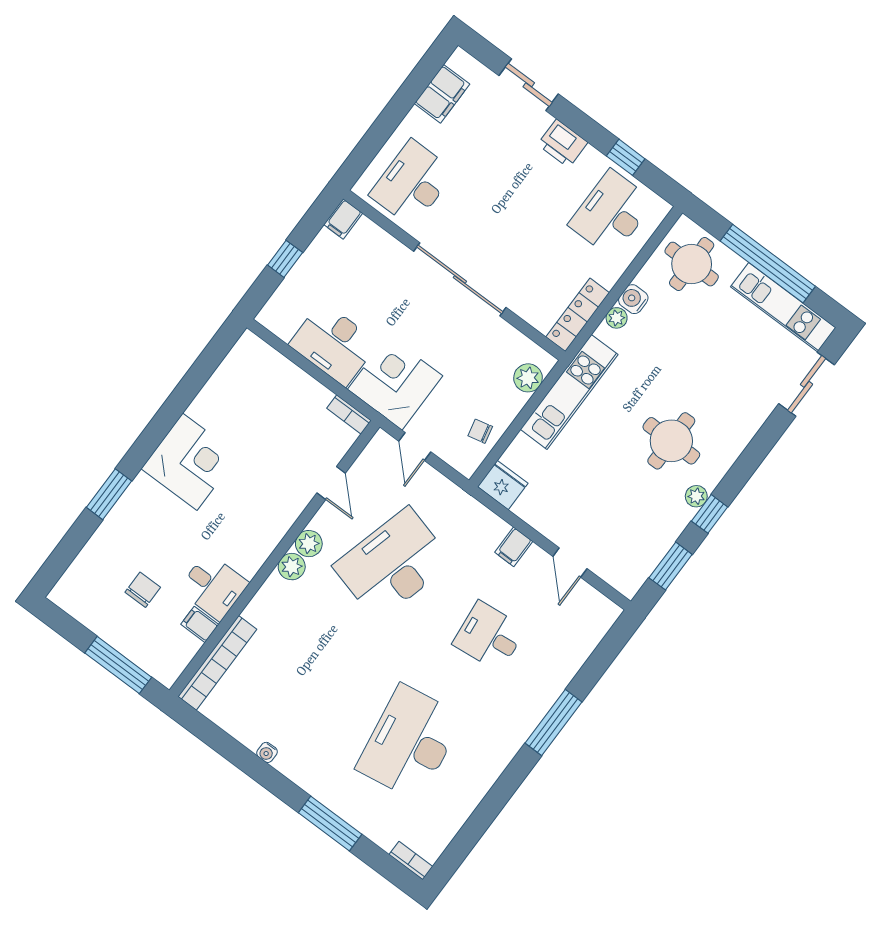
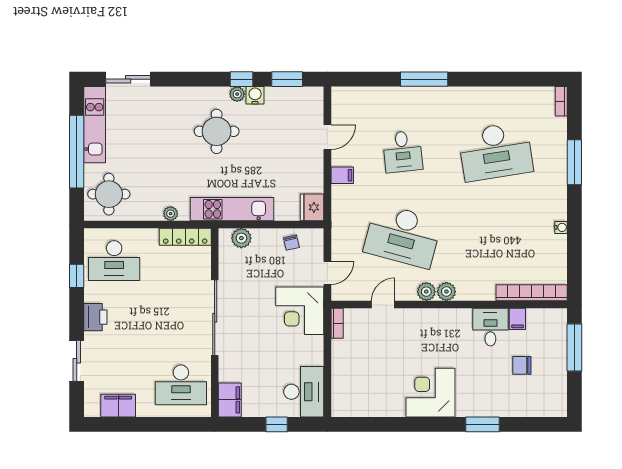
filing cabinet: (343, 219) -> (230, 400), width x2.00
water cooler: (633, 299) -> (255, 95), moved, turned 180
desk: (334, 344) -> (304, 392), moved

